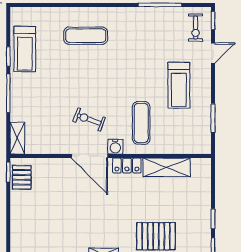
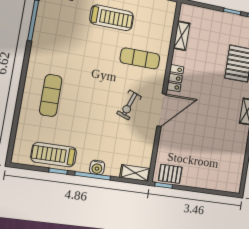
treadmill: (25, 49) -> (54, 155), turned 180
water cooler: (115, 147) -> (97, 168), moved, turned 90
shelving: (167, 167) -> (182, 36), width x0.67, depth x0.75

